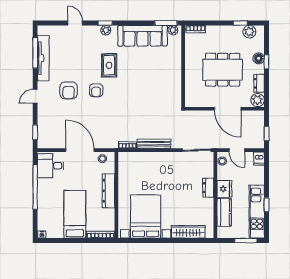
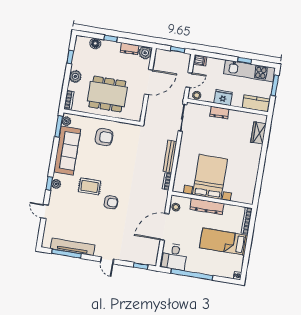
door: (75, 23) -> (45, 212), hinge flipped
plant: (249, 32) -> (75, 76), moved
floor lamp: (259, 58) -> (95, 44), moved
dining table: (223, 70) -> (107, 94), moved, turned 90
armchair: (69, 90) -> (104, 137), moved
kitchen counter: (224, 212) -> (256, 103), moved
bed with nightstands: (146, 216) -> (210, 177), moved, turned 90
wardrobe: (188, 232) -> (258, 133), width x0.67

